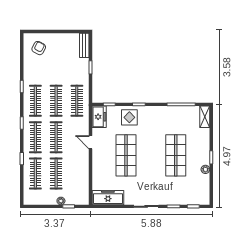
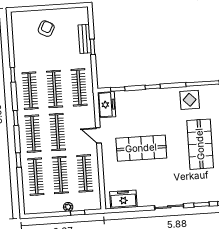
bench: (84, 45) -> (85, 39), moved
armchair: (39, 48) -> (46, 29), moved
display table: (129, 117) -> (190, 100), moved
shop shelf: (126, 155) -> (141, 148), turned 90
clothes rail: (77, 174) -> (85, 173), added
freezer: (108, 198) -> (123, 199), width x0.71

